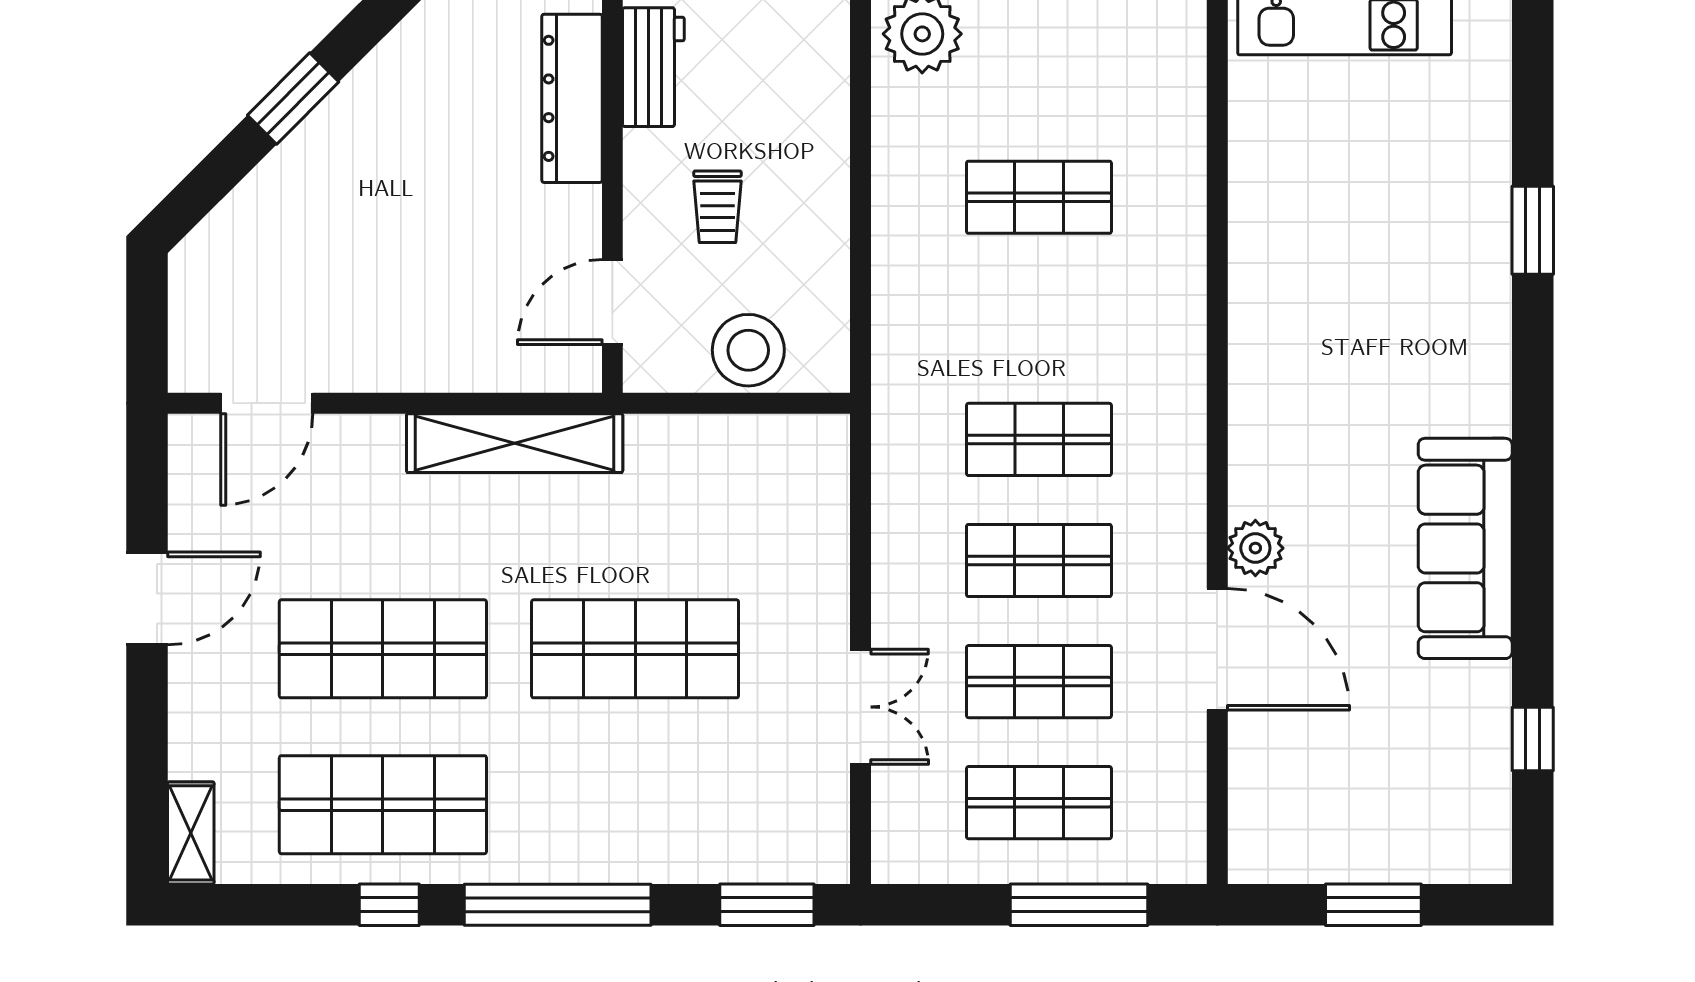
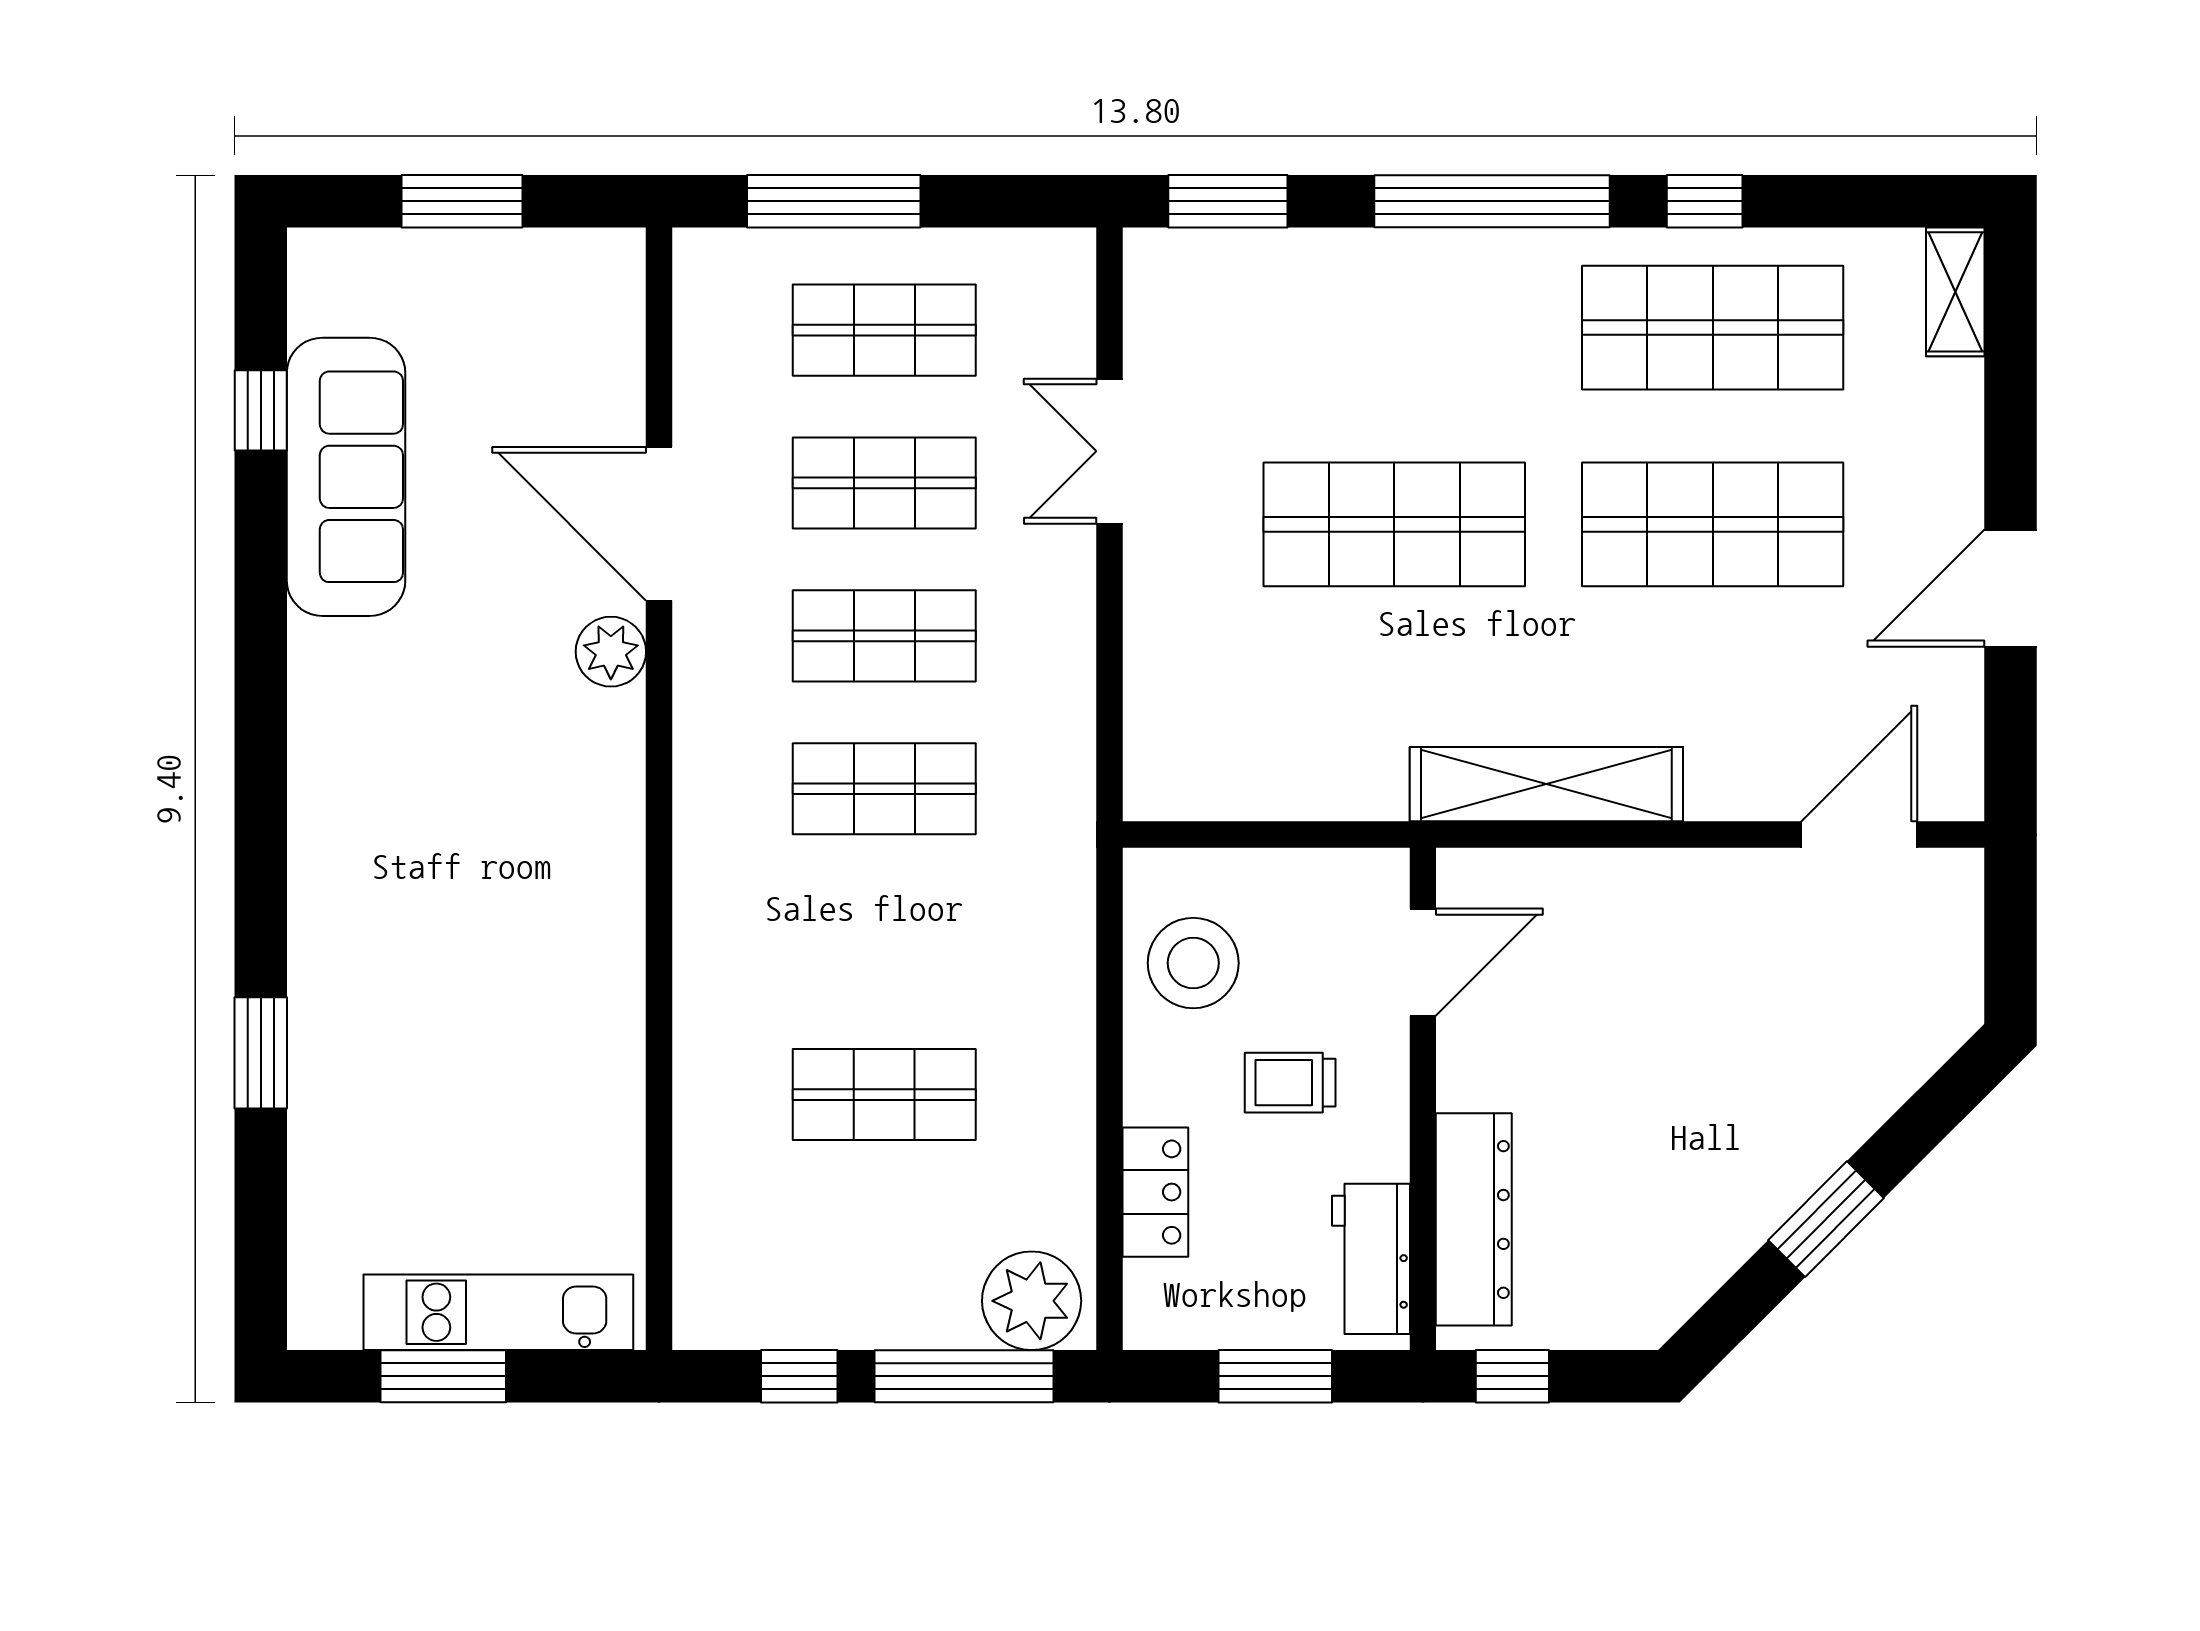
locker: (824, 120) -> (1155, 1192), added
trolley: (718, 207) -> (1290, 1083), turned -90
stool: (748, 350) -> (1193, 963), moved
sofa: (1465, 548) -> (346, 477), moved

